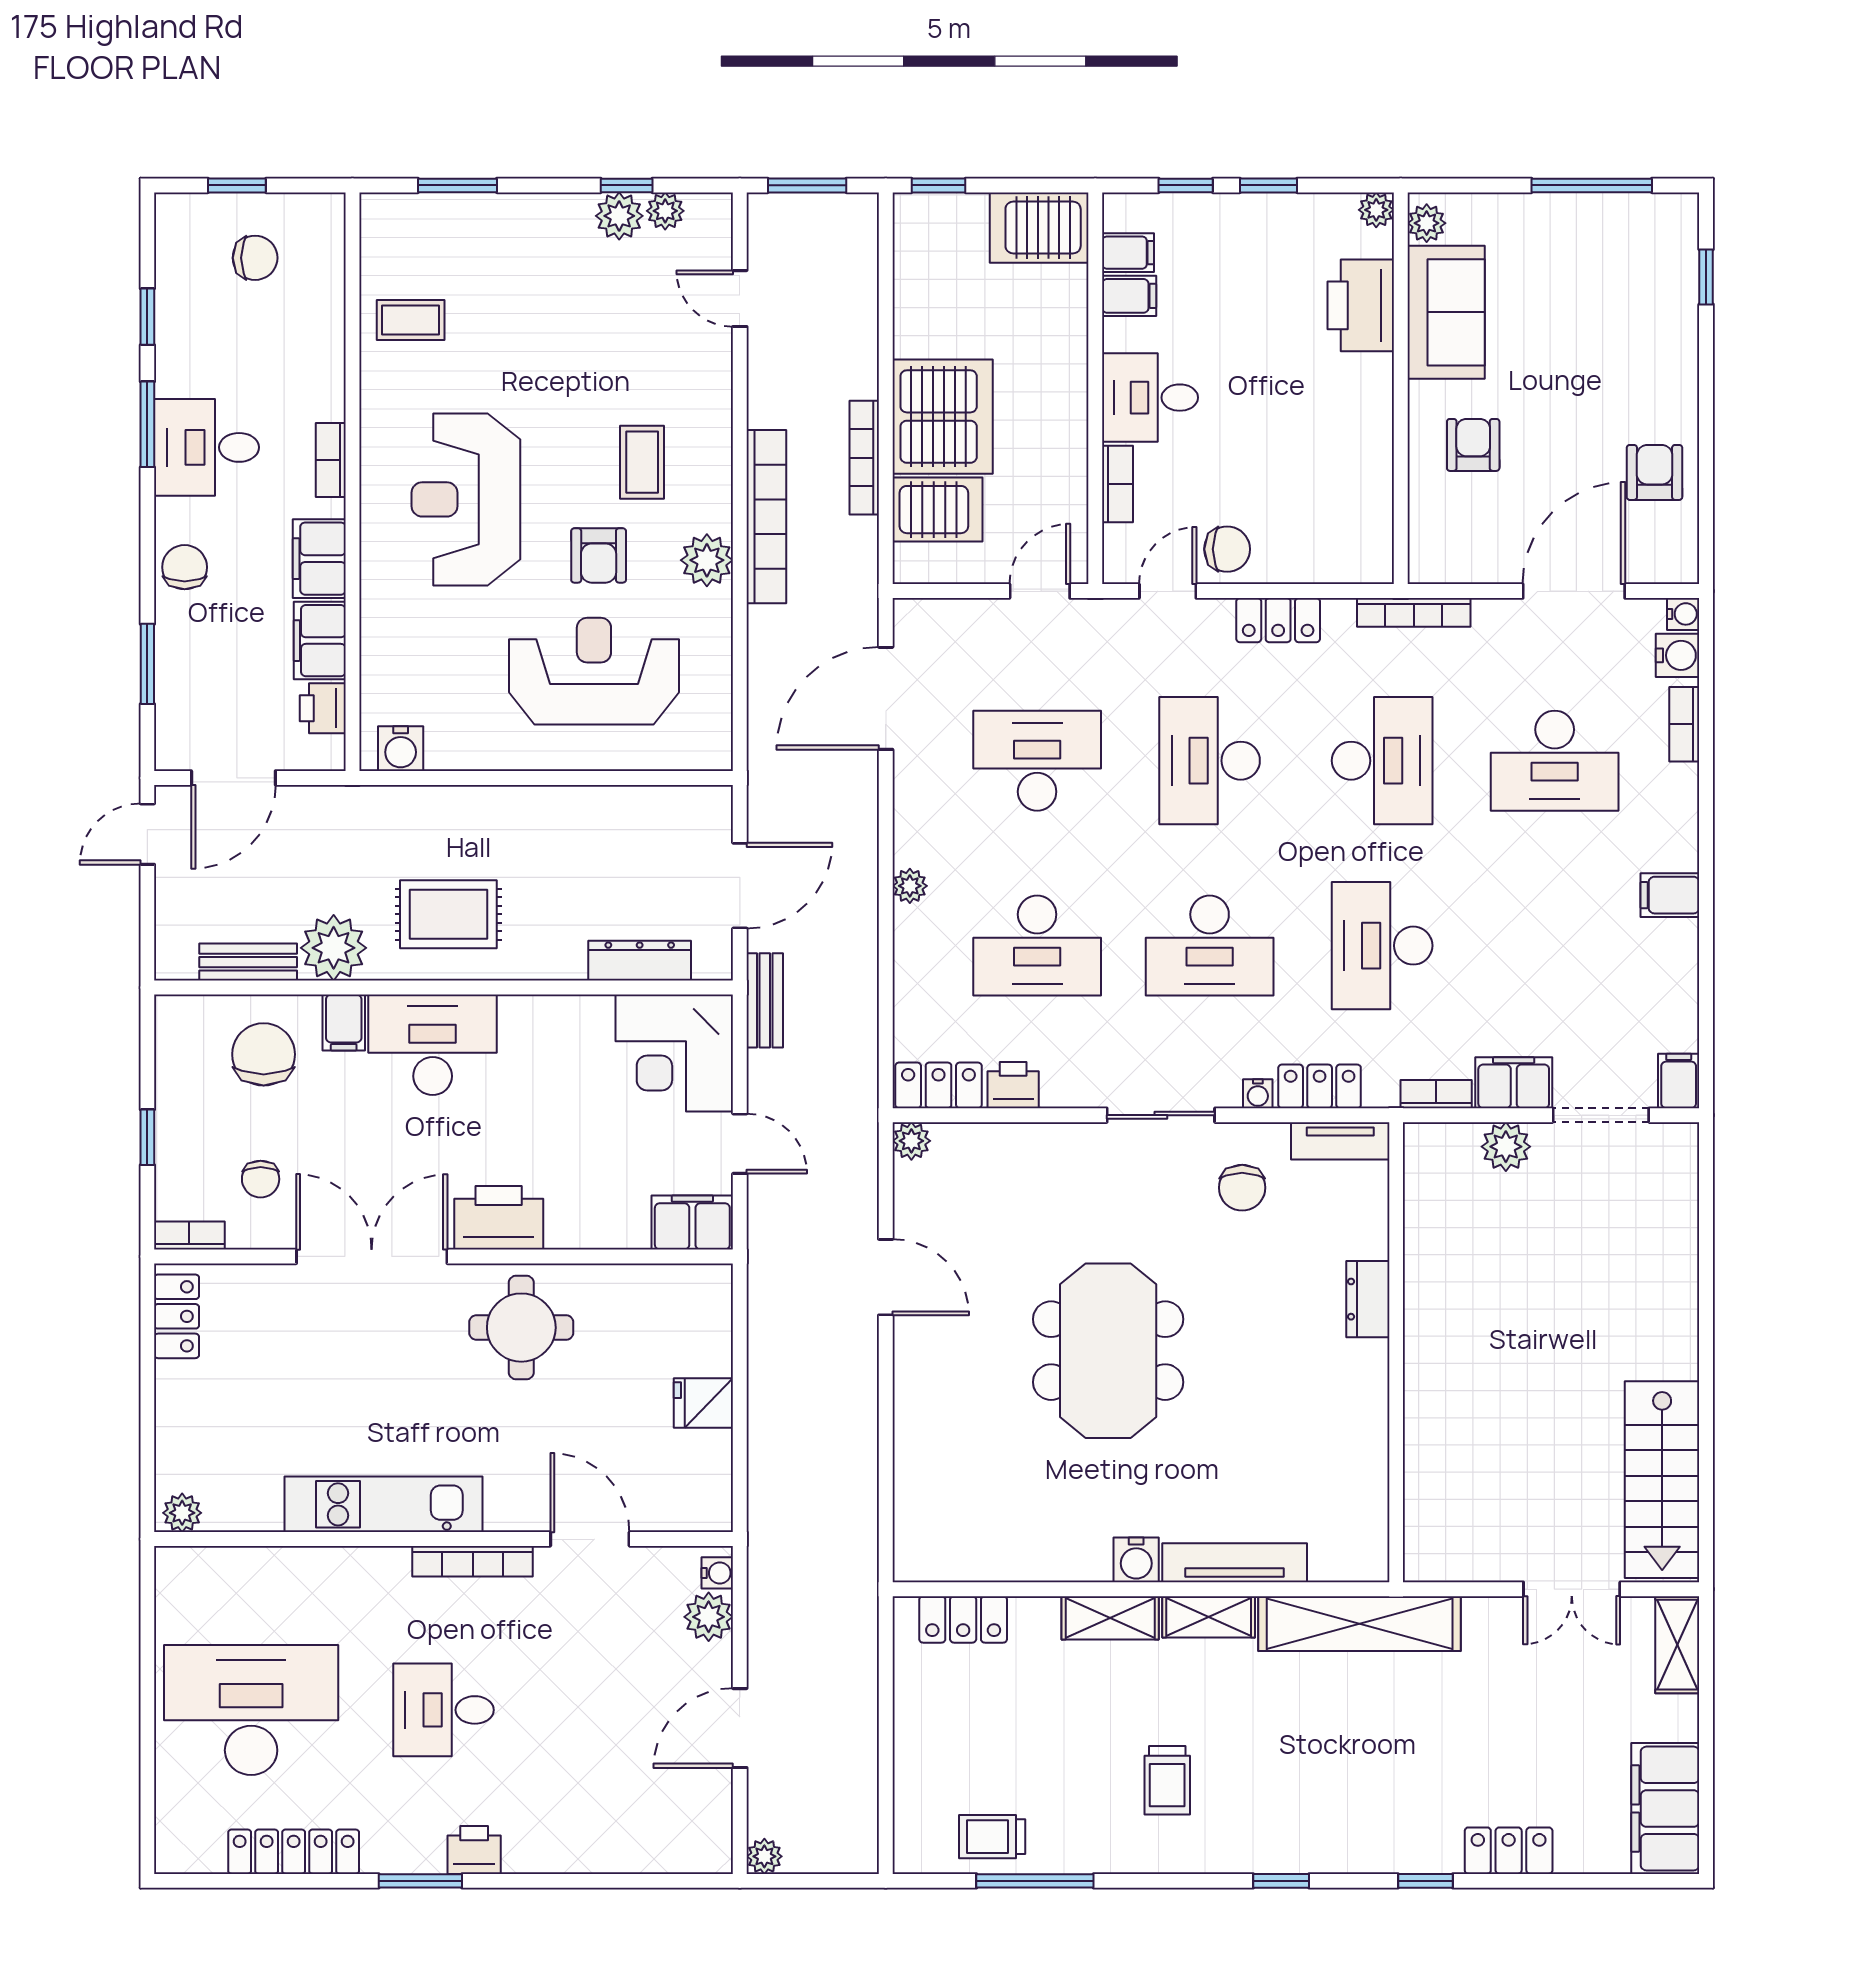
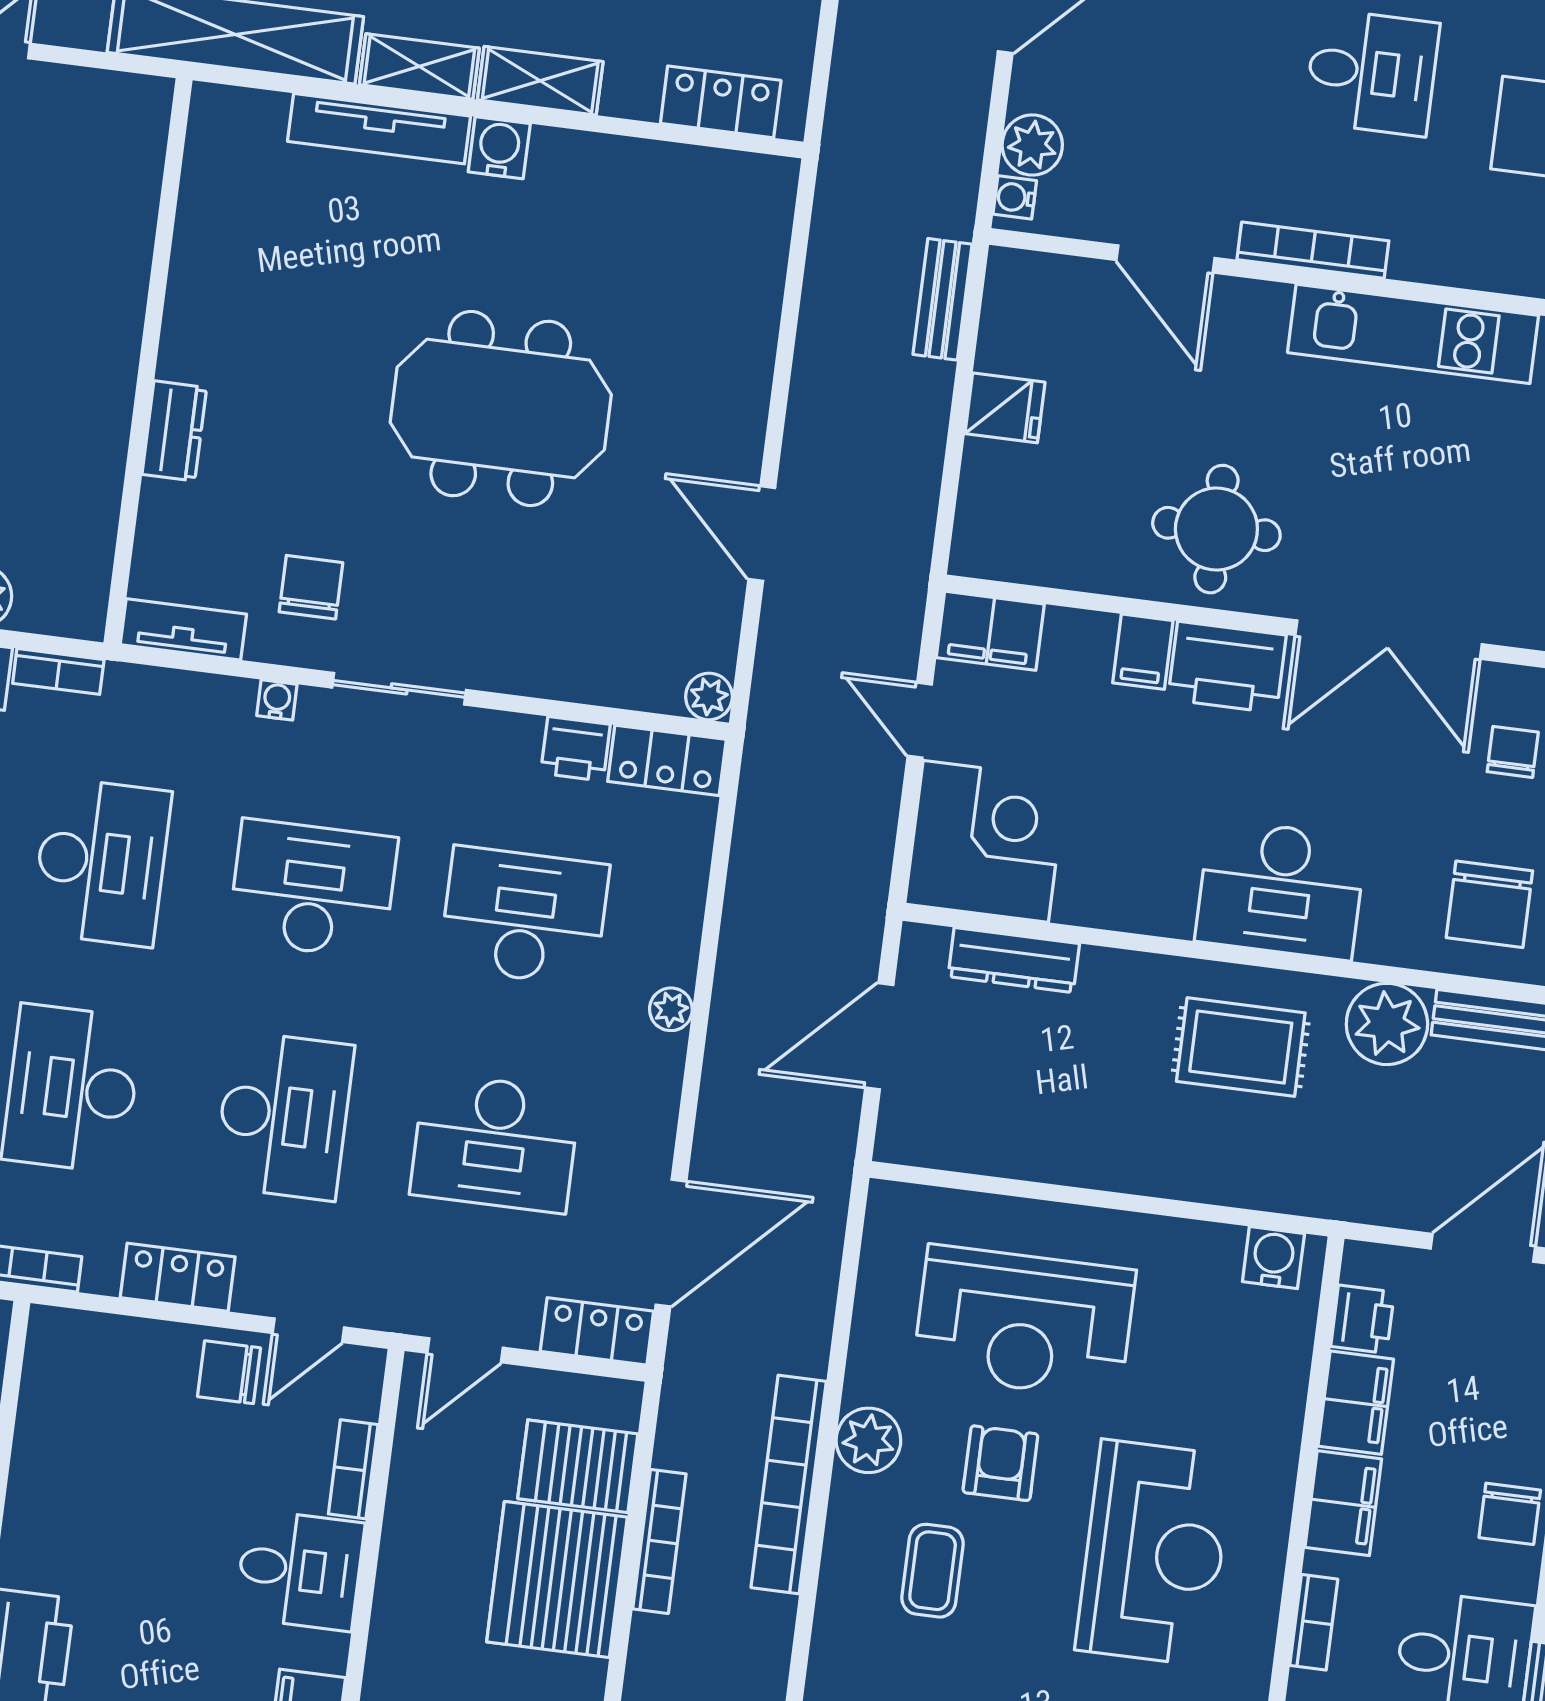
bench: (765, 1000) -> (943, 299), moved
filing cabinet: (344, 1022) -> (1143, 652), moved, turned 180
locker: (1320, 1086) -> (597, 1331), moved, turned 180
meeting table: (1108, 1351) -> (501, 409), turned 90

